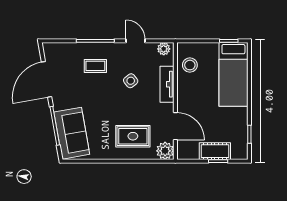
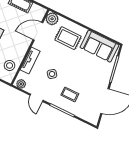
door: (175, 126) -> (38, 31), hinge flipped
sofa: (72, 133) -> (99, 46), moved, turned -80

